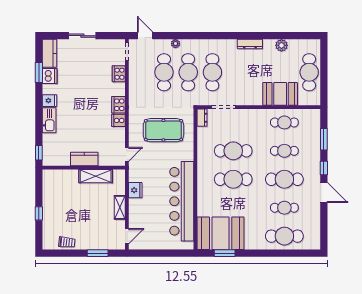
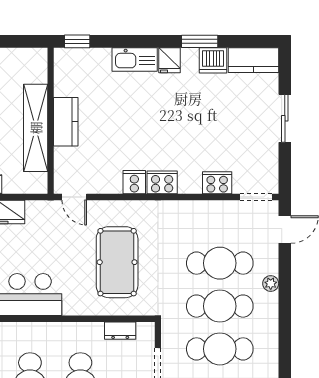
window: (39, 72) -> (200, 41), moved
dresser: (202, 118) -> (120, 331), moved
shelving: (96, 176) -> (36, 128), width x1.47

